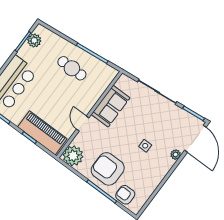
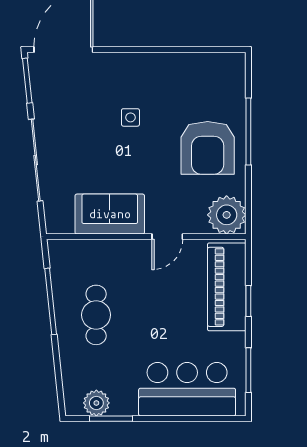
plant: (176, 155) -> (110, 62), removed
armchair: (125, 195) -> (227, 92), removed

